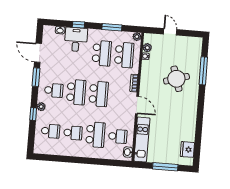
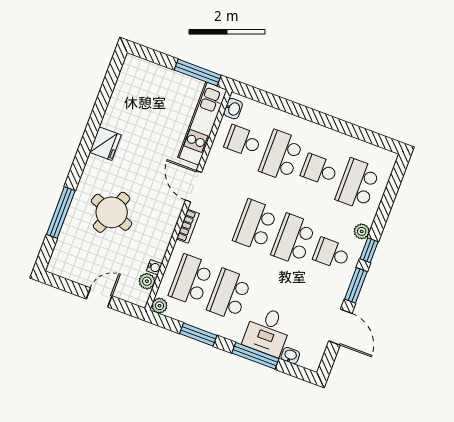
window: (79, 25) -> (255, 356), width x2.17
door: (170, 32) -> (99, 297), swing flipped
round table: (176, 79) -> (112, 212), turned 37
window: (33, 114) -> (369, 250), moved
school desk: (51, 131) -> (358, 184), width x1.85
fridge: (187, 149) -> (105, 144), moved
window: (165, 167) -> (198, 73), moved

